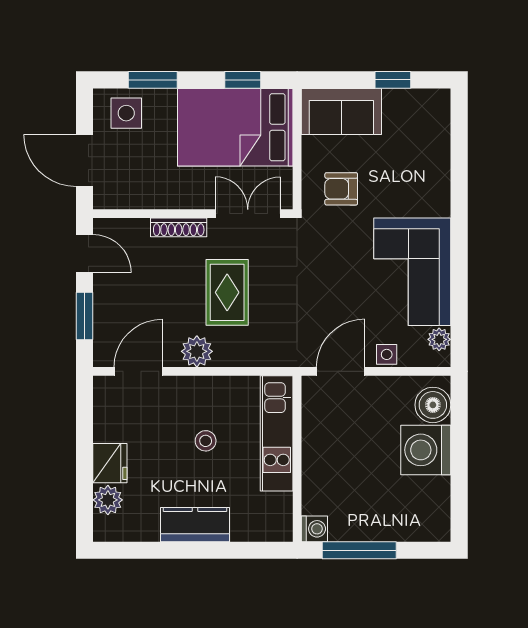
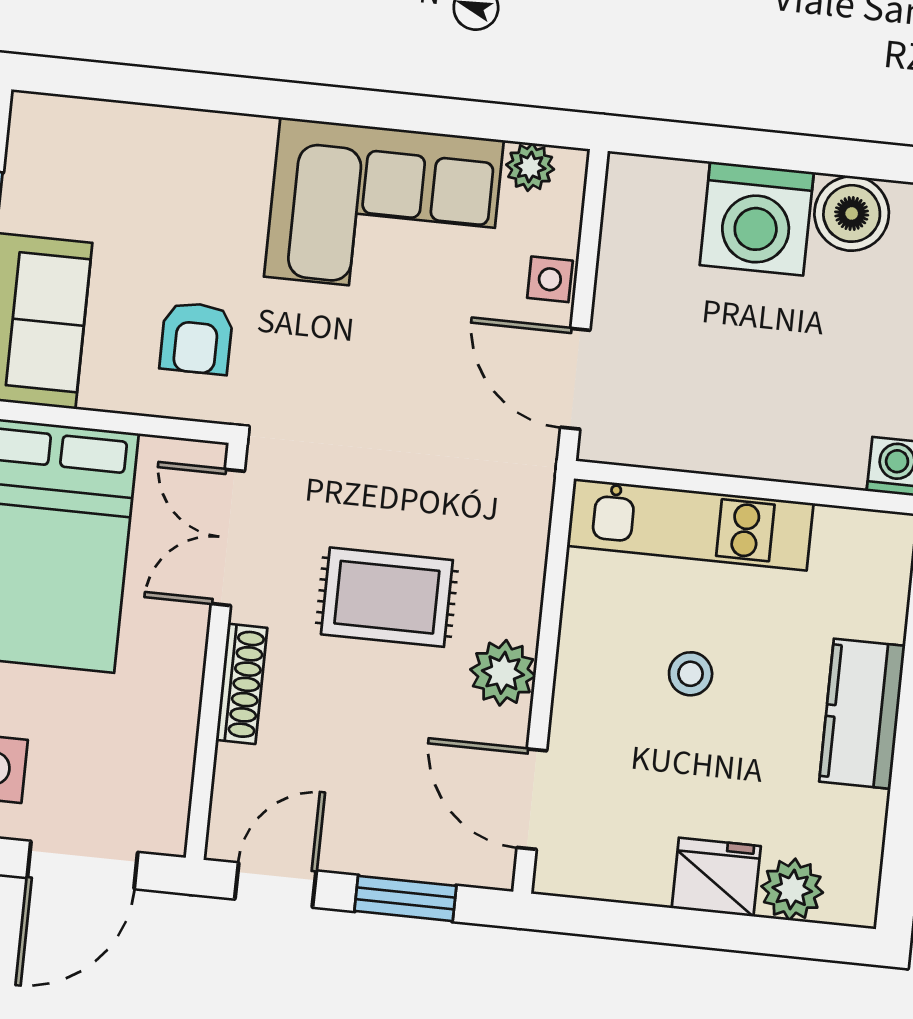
boiler: (433, 405) -> (852, 213), moved

